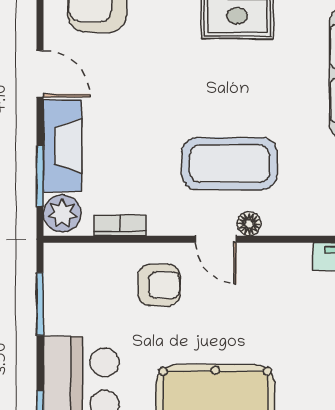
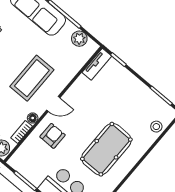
floor lamp: (249, 224) -> (33, 118), moved

